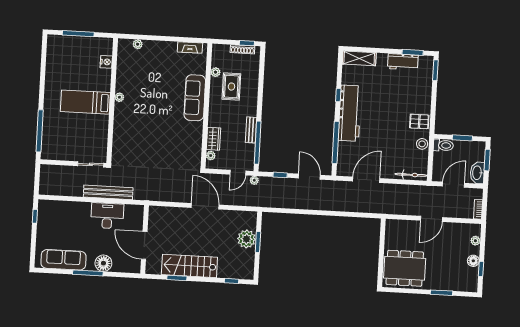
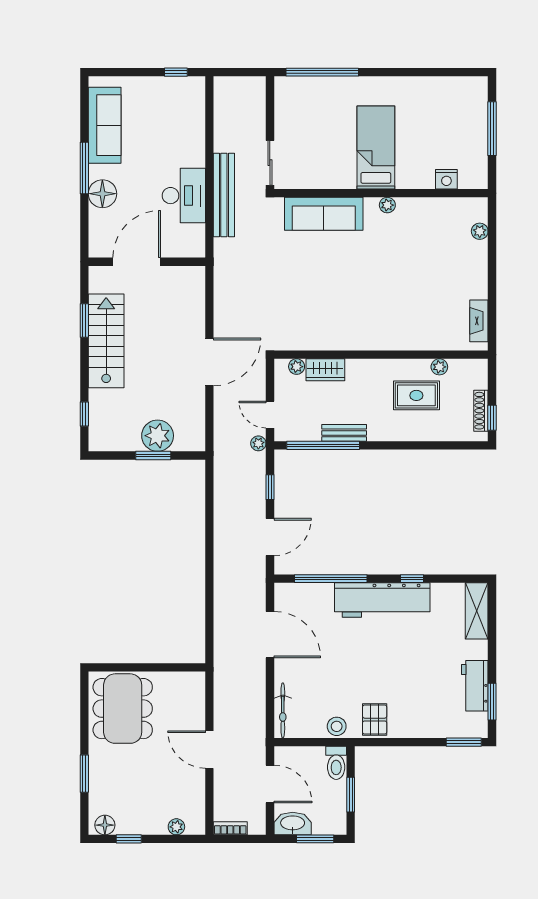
sofa: (195, 98) -> (324, 214), moved, turned 180
floor lamp: (473, 261) -> (105, 825), moved

